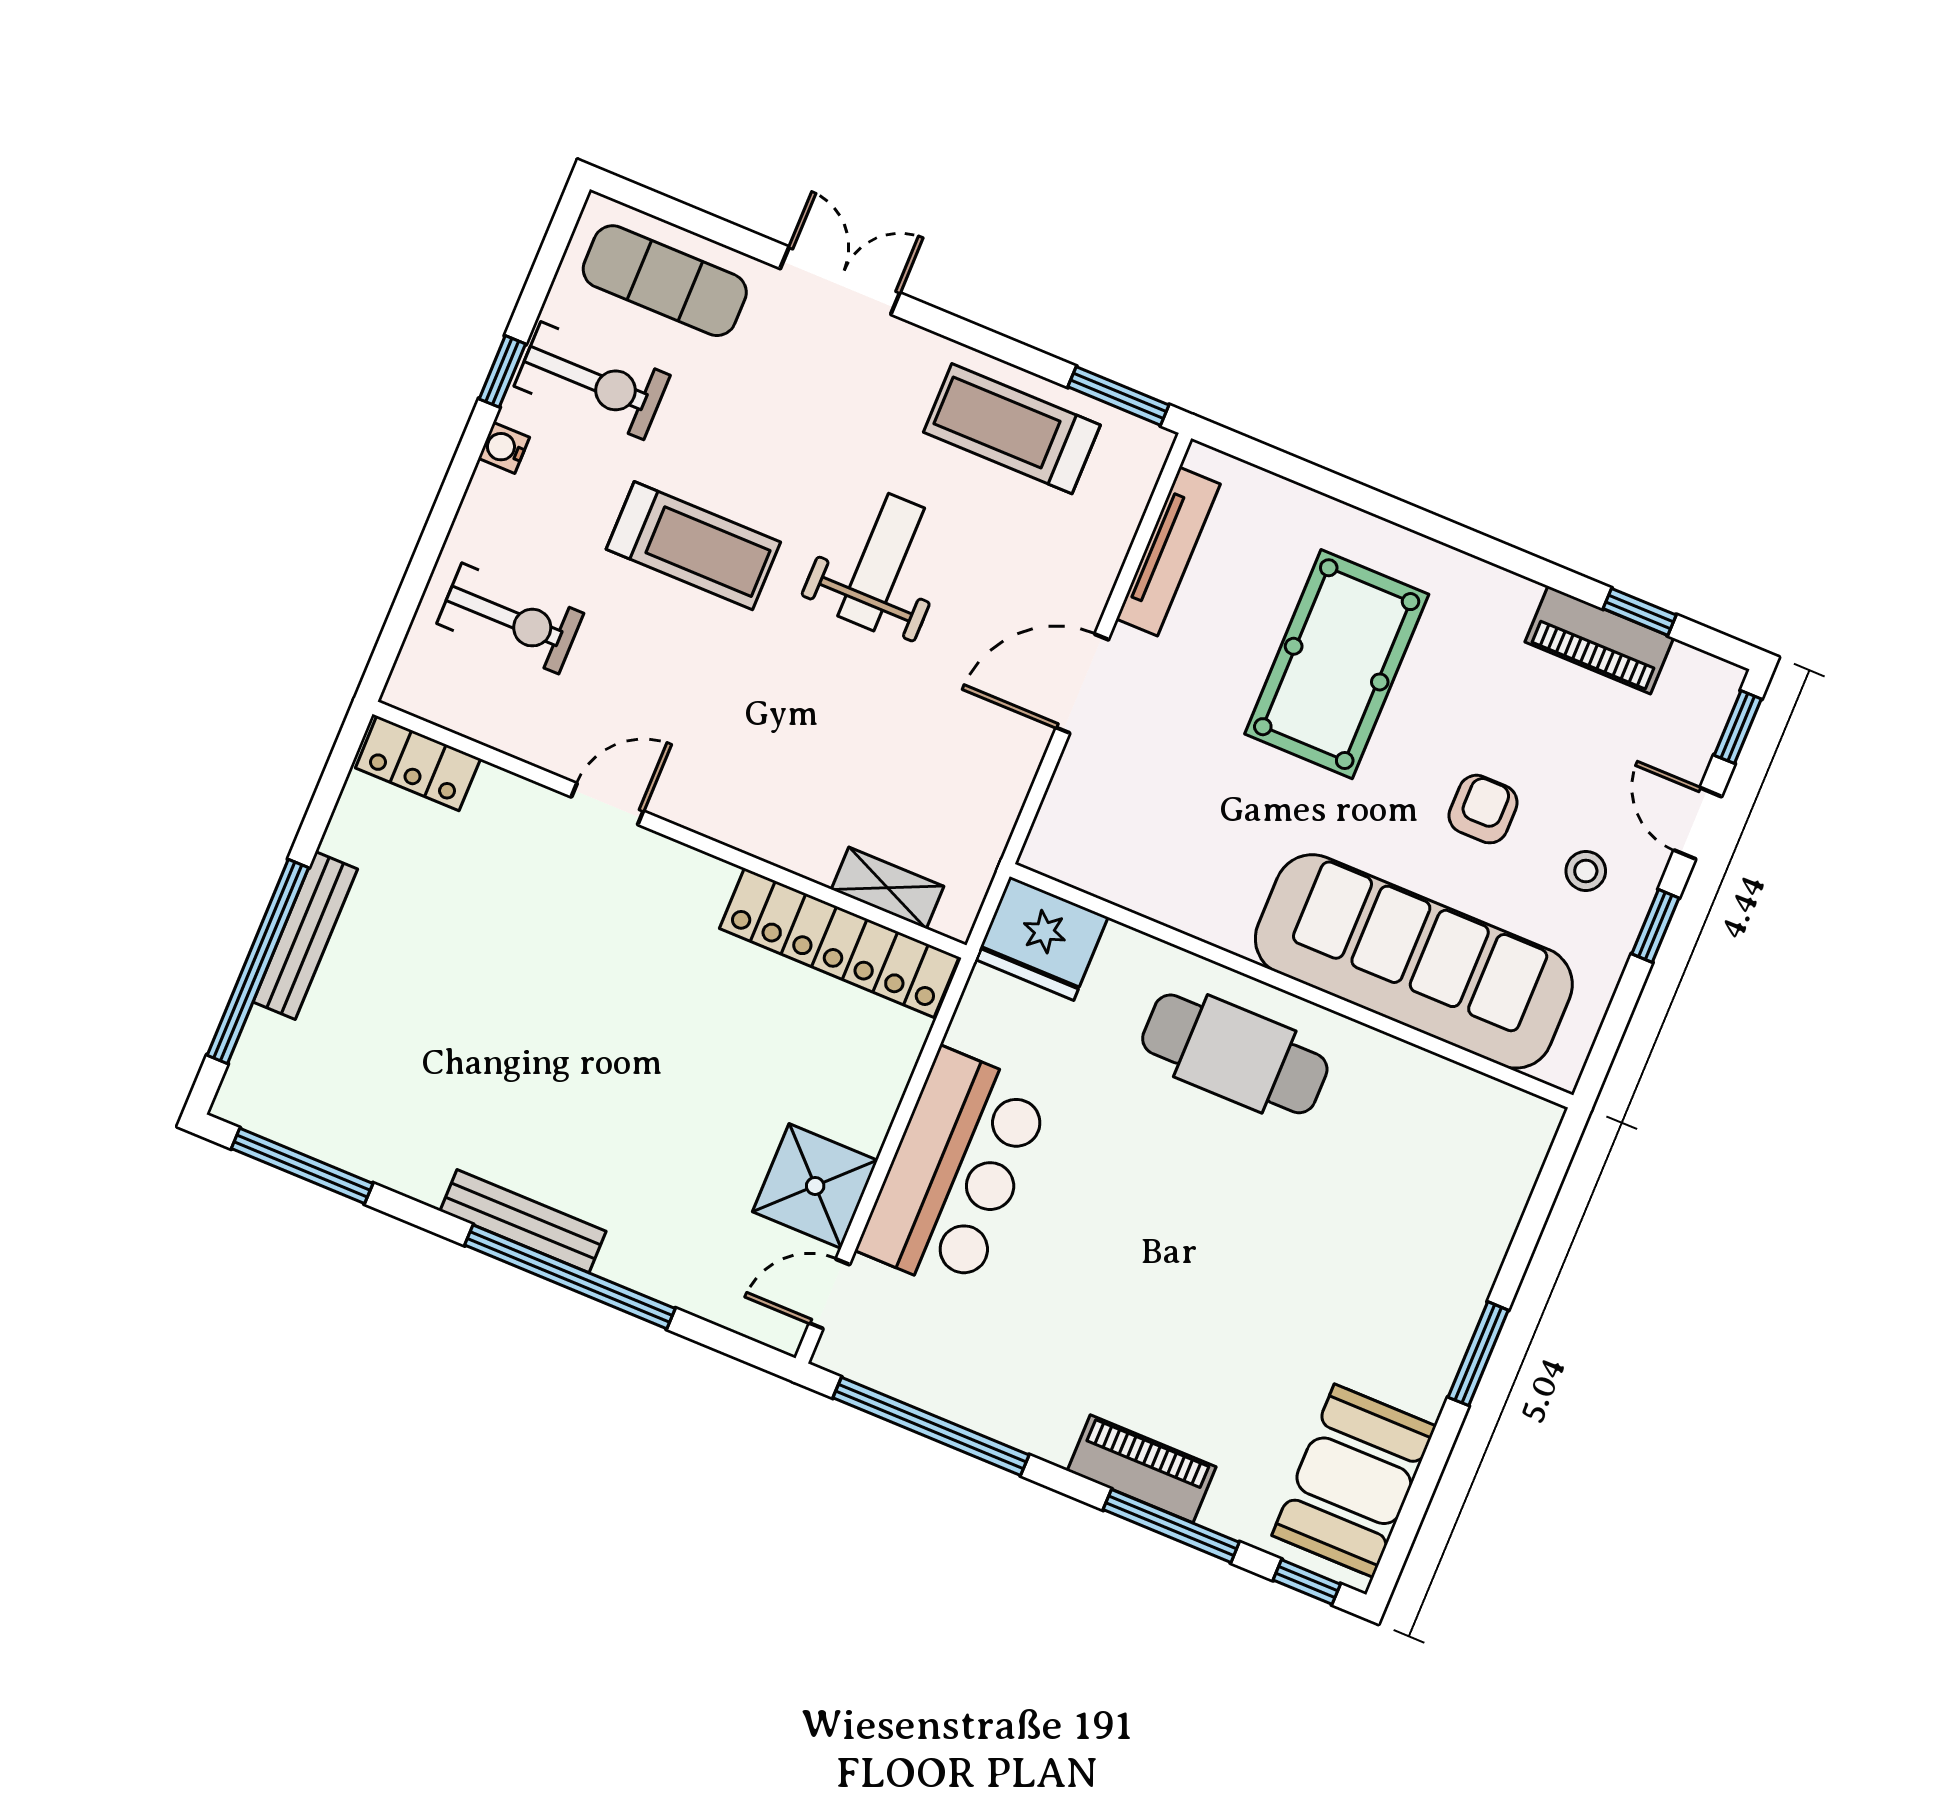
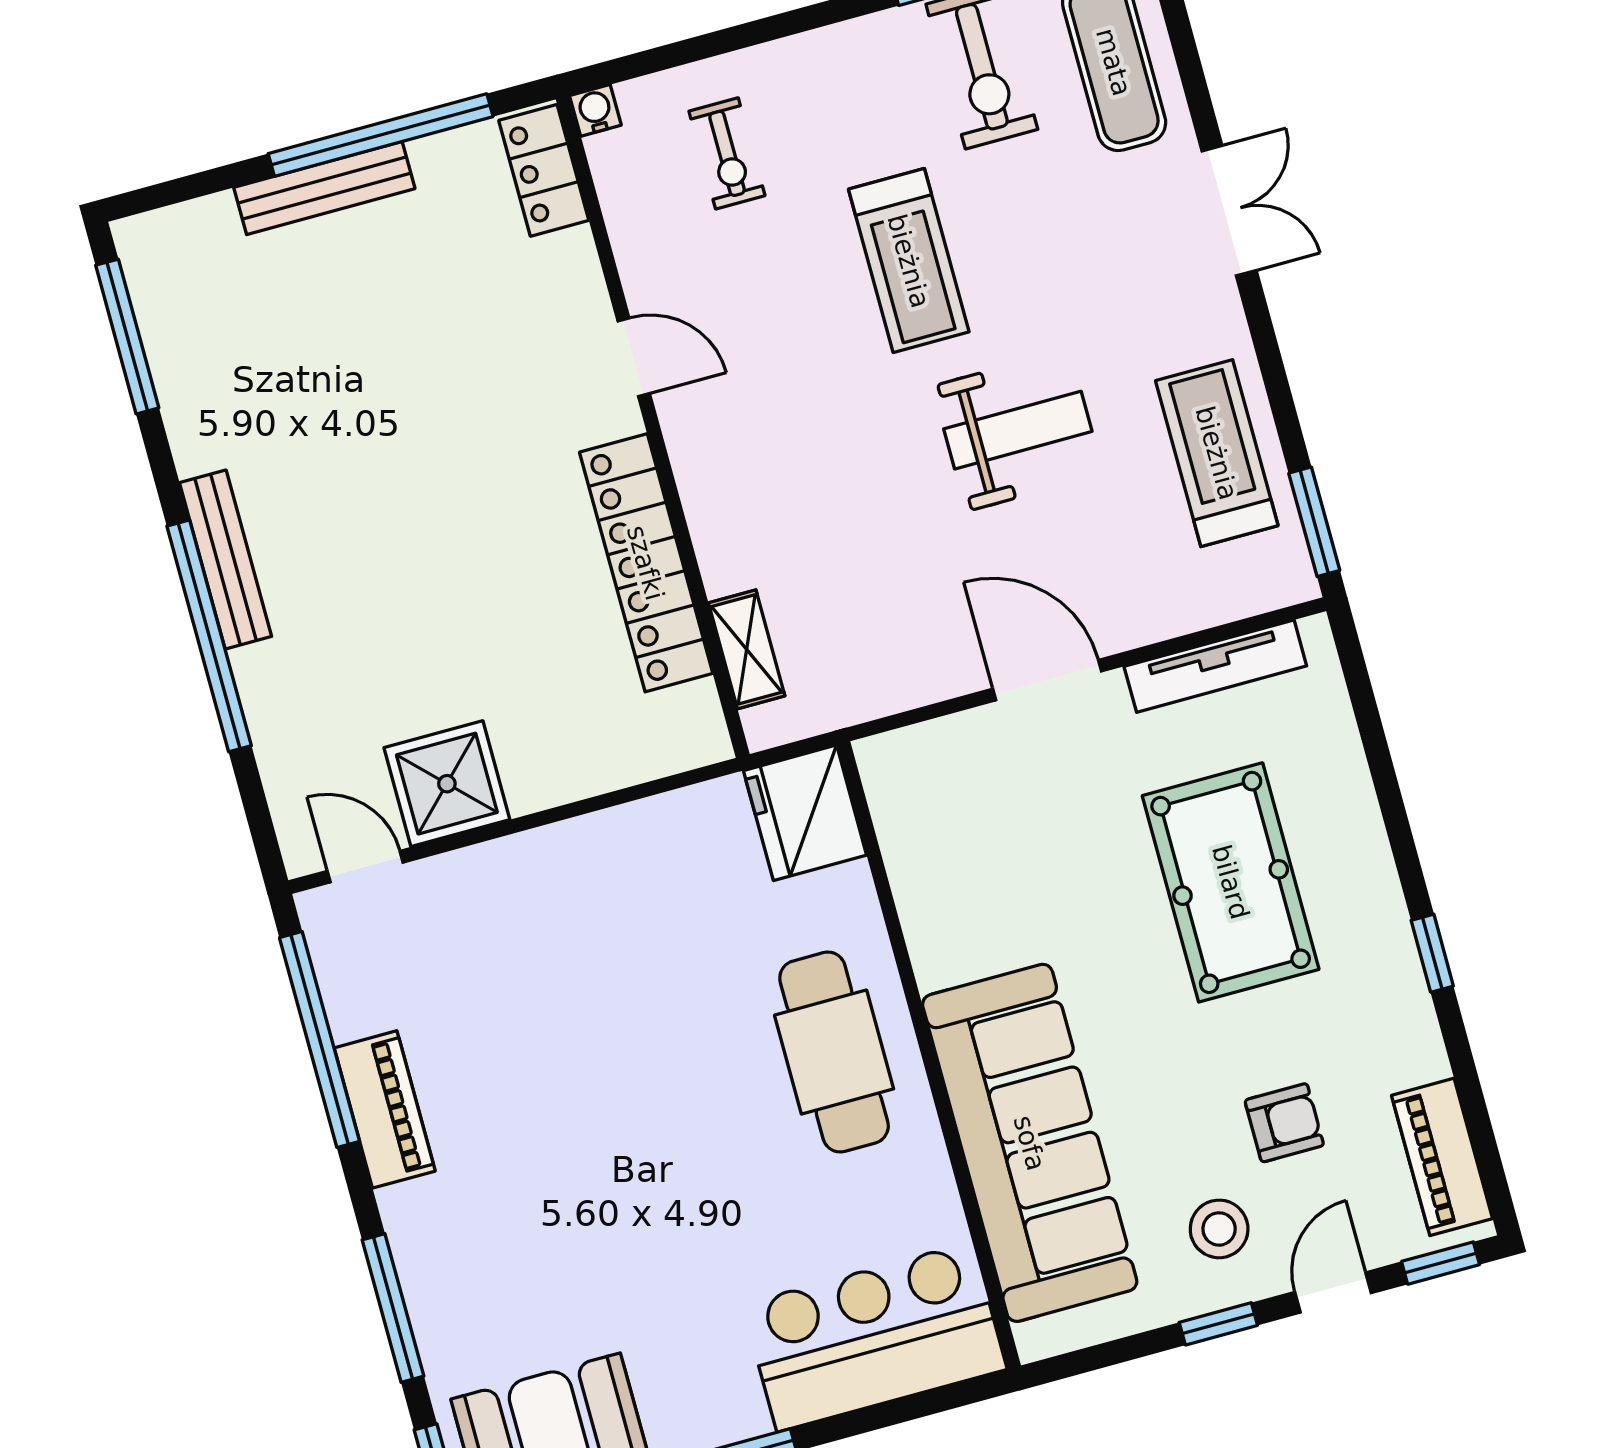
water cooler: (504, 448) -> (595, 110), moved
window: (1640, 612) -> (1432, 953), moved
exercise bike: (510, 618) -> (727, 153), width x0.73, depth x0.72
piano: (1599, 640) -> (1442, 1157), moved
pool table: (1337, 664) -> (1231, 882), turned 90
armchair: (1483, 809) -> (1284, 1123), moved
stool: (1586, 871) -> (1219, 1229), width x1.37, depth x1.37
locker: (839, 943) -> (646, 563), moved
window: (258, 961) -> (381, 135), moved
bar counter: (955, 1171) -> (875, 1337), moved, turned 180
piano: (1142, 1469) -> (385, 1109), moved

